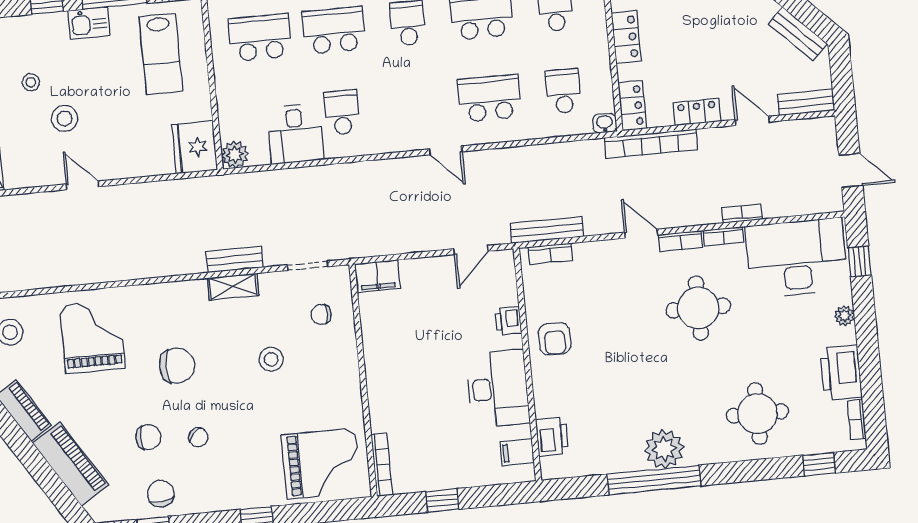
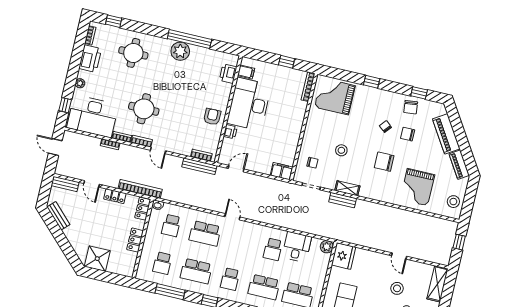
desk: (498, 389) -> (249, 104), width x1.36, depth x1.30

